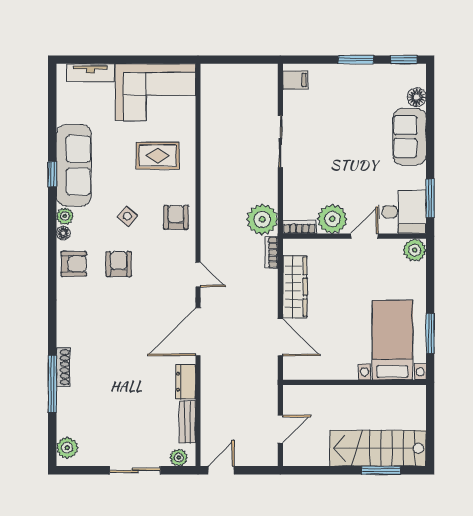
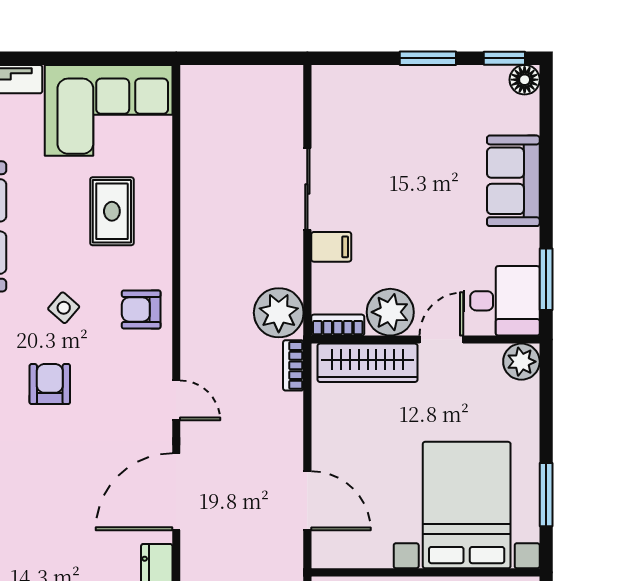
filing cabinet: (295, 80) -> (331, 247), moved
floor lamp: (417, 97) -> (525, 80), moved
rug: (158, 156) -> (112, 211), turned 90
armchair: (176, 217) -> (141, 309), turned -90
wardrobe: (295, 287) -> (368, 363), moved, turned 90
bed with nightstands: (392, 340) -> (467, 505), width x1.36

